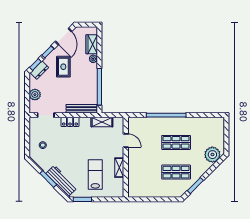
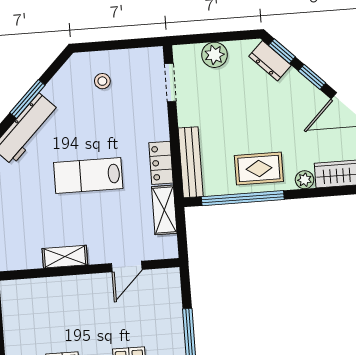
rug: (63, 67) -> (259, 168), moved
locker: (70, 122) -> (161, 163), moved
lab bench: (95, 175) -> (88, 175), moved, turned 180

